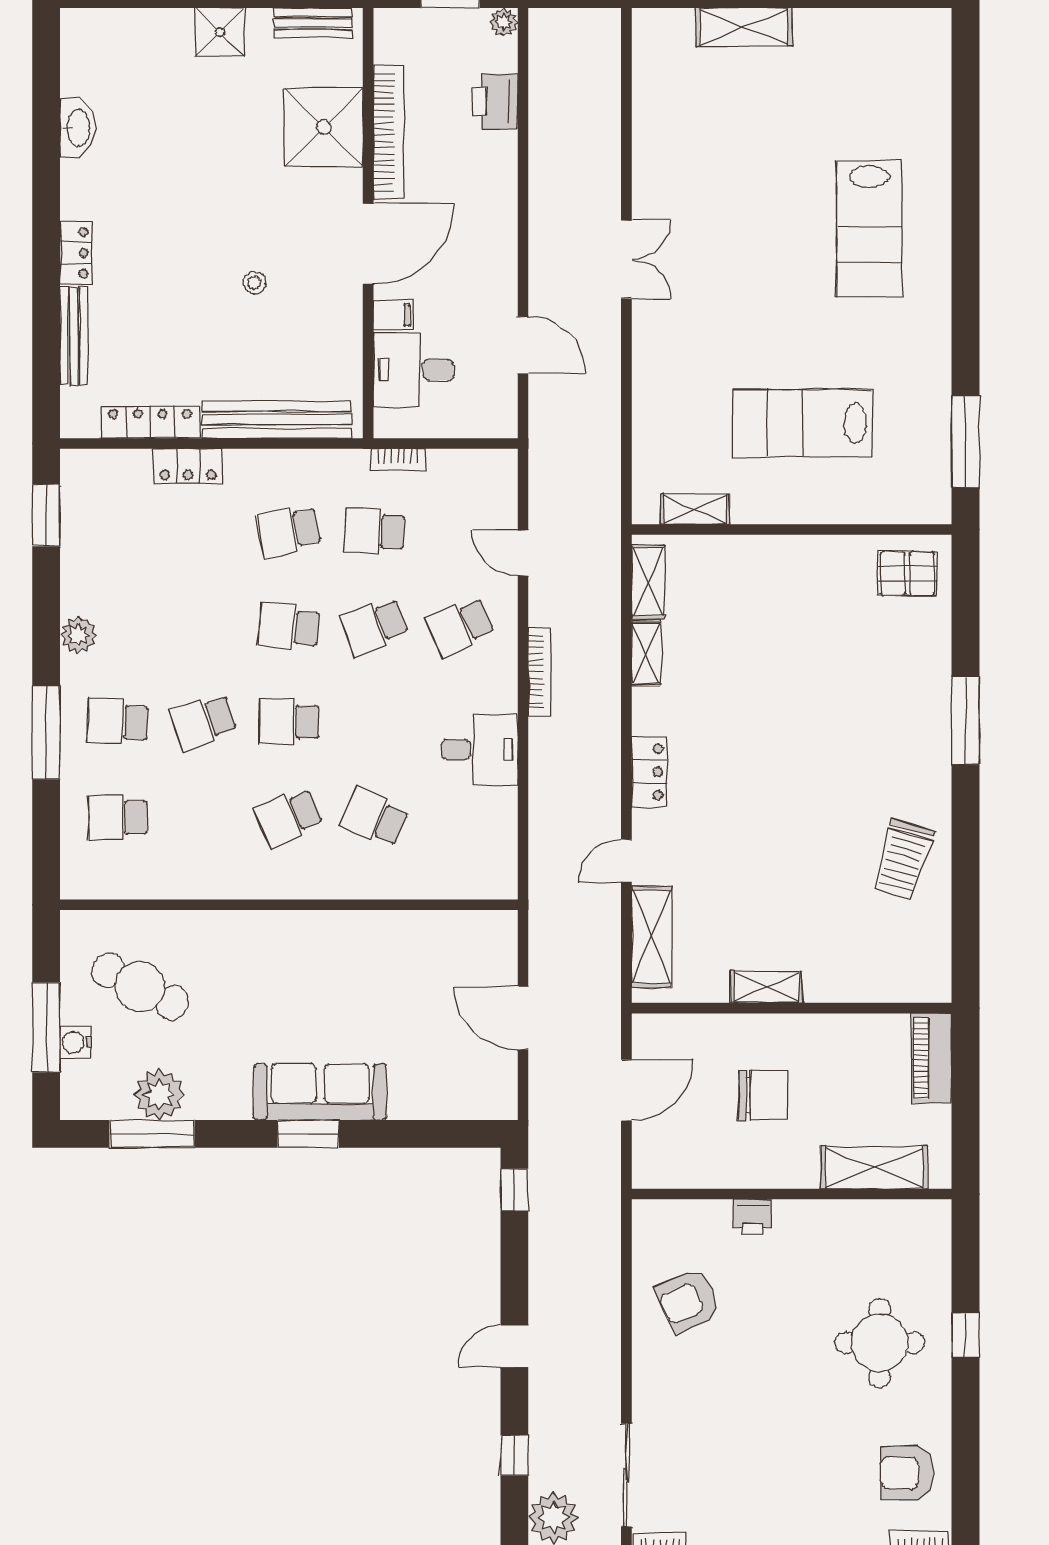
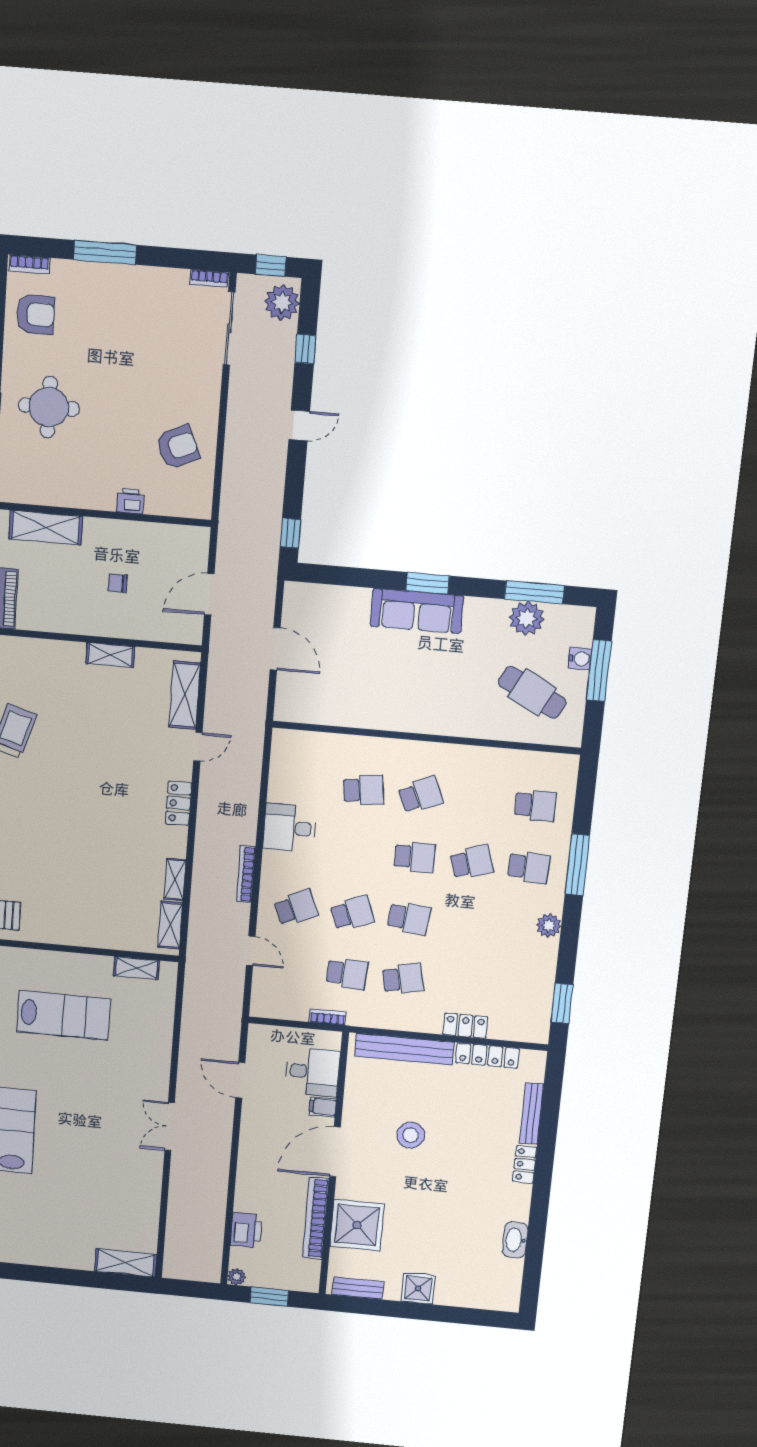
shelving: (744, 27) -> (126, 1263), moved
stool: (254, 283) -> (411, 1135), width x1.89, depth x1.89
school desk: (374, 817) -> (363, 790), turned -30
chair: (763, 1095) -> (117, 583), width x0.54, depth x0.54

